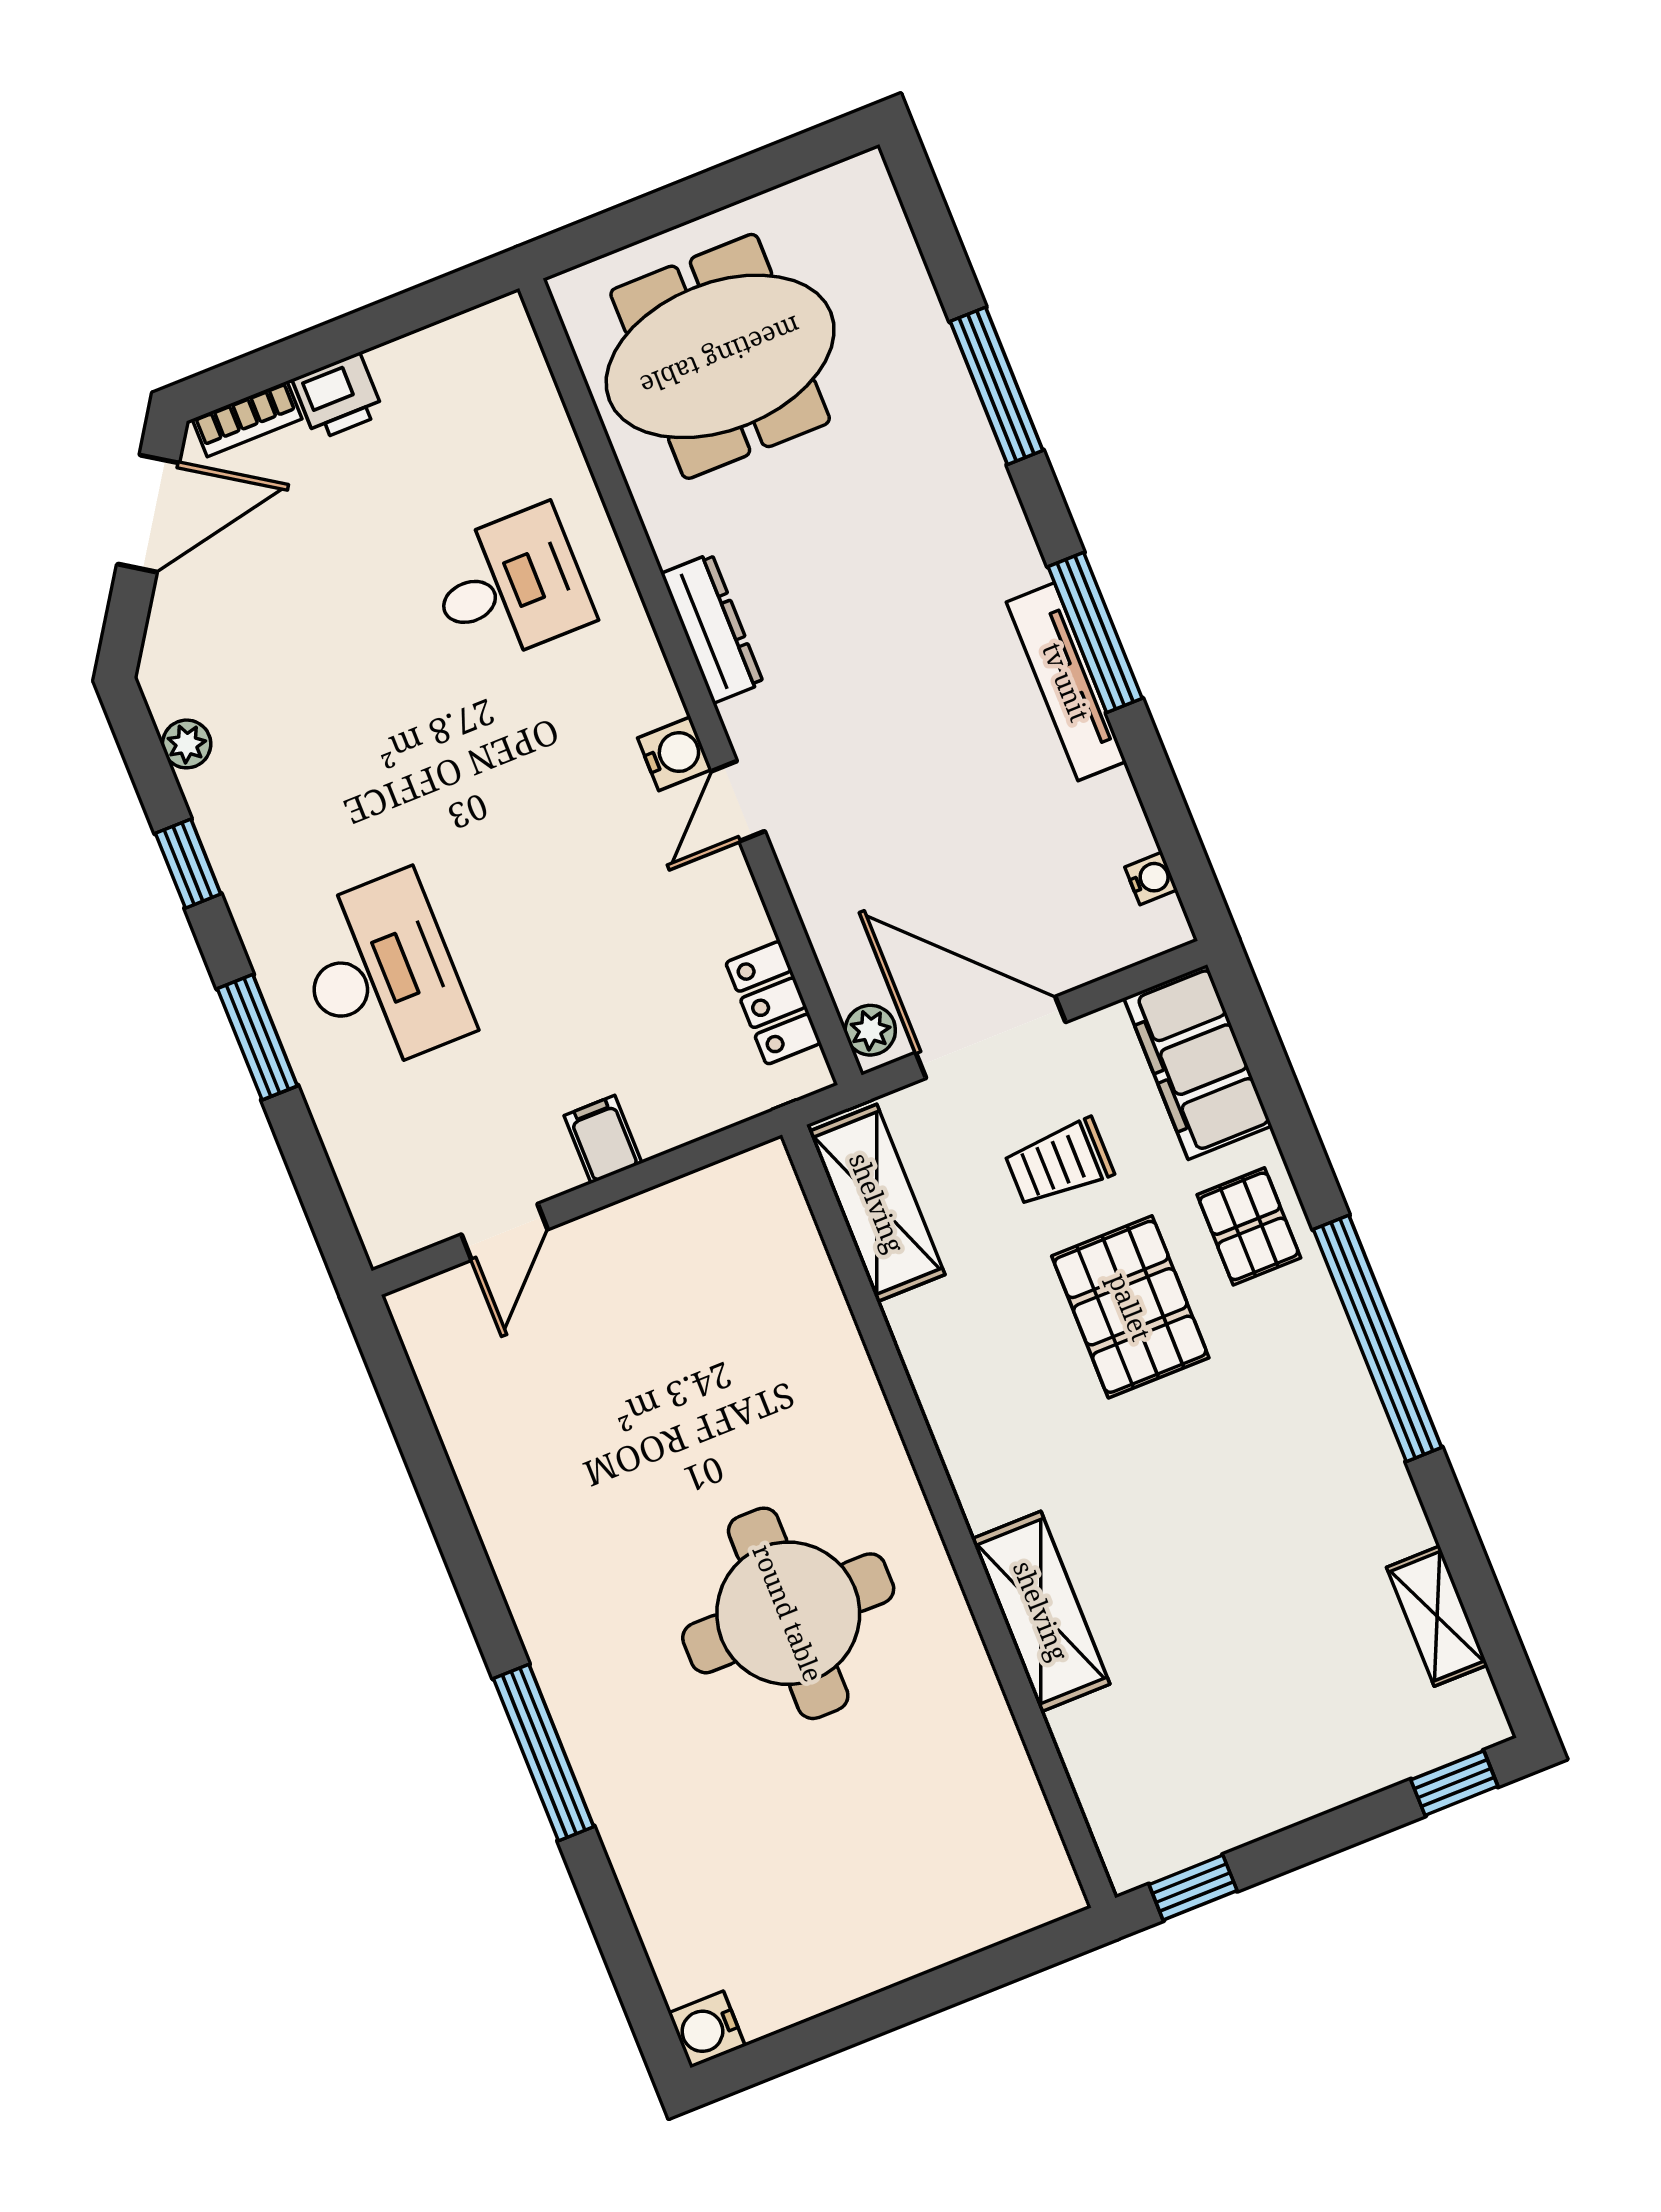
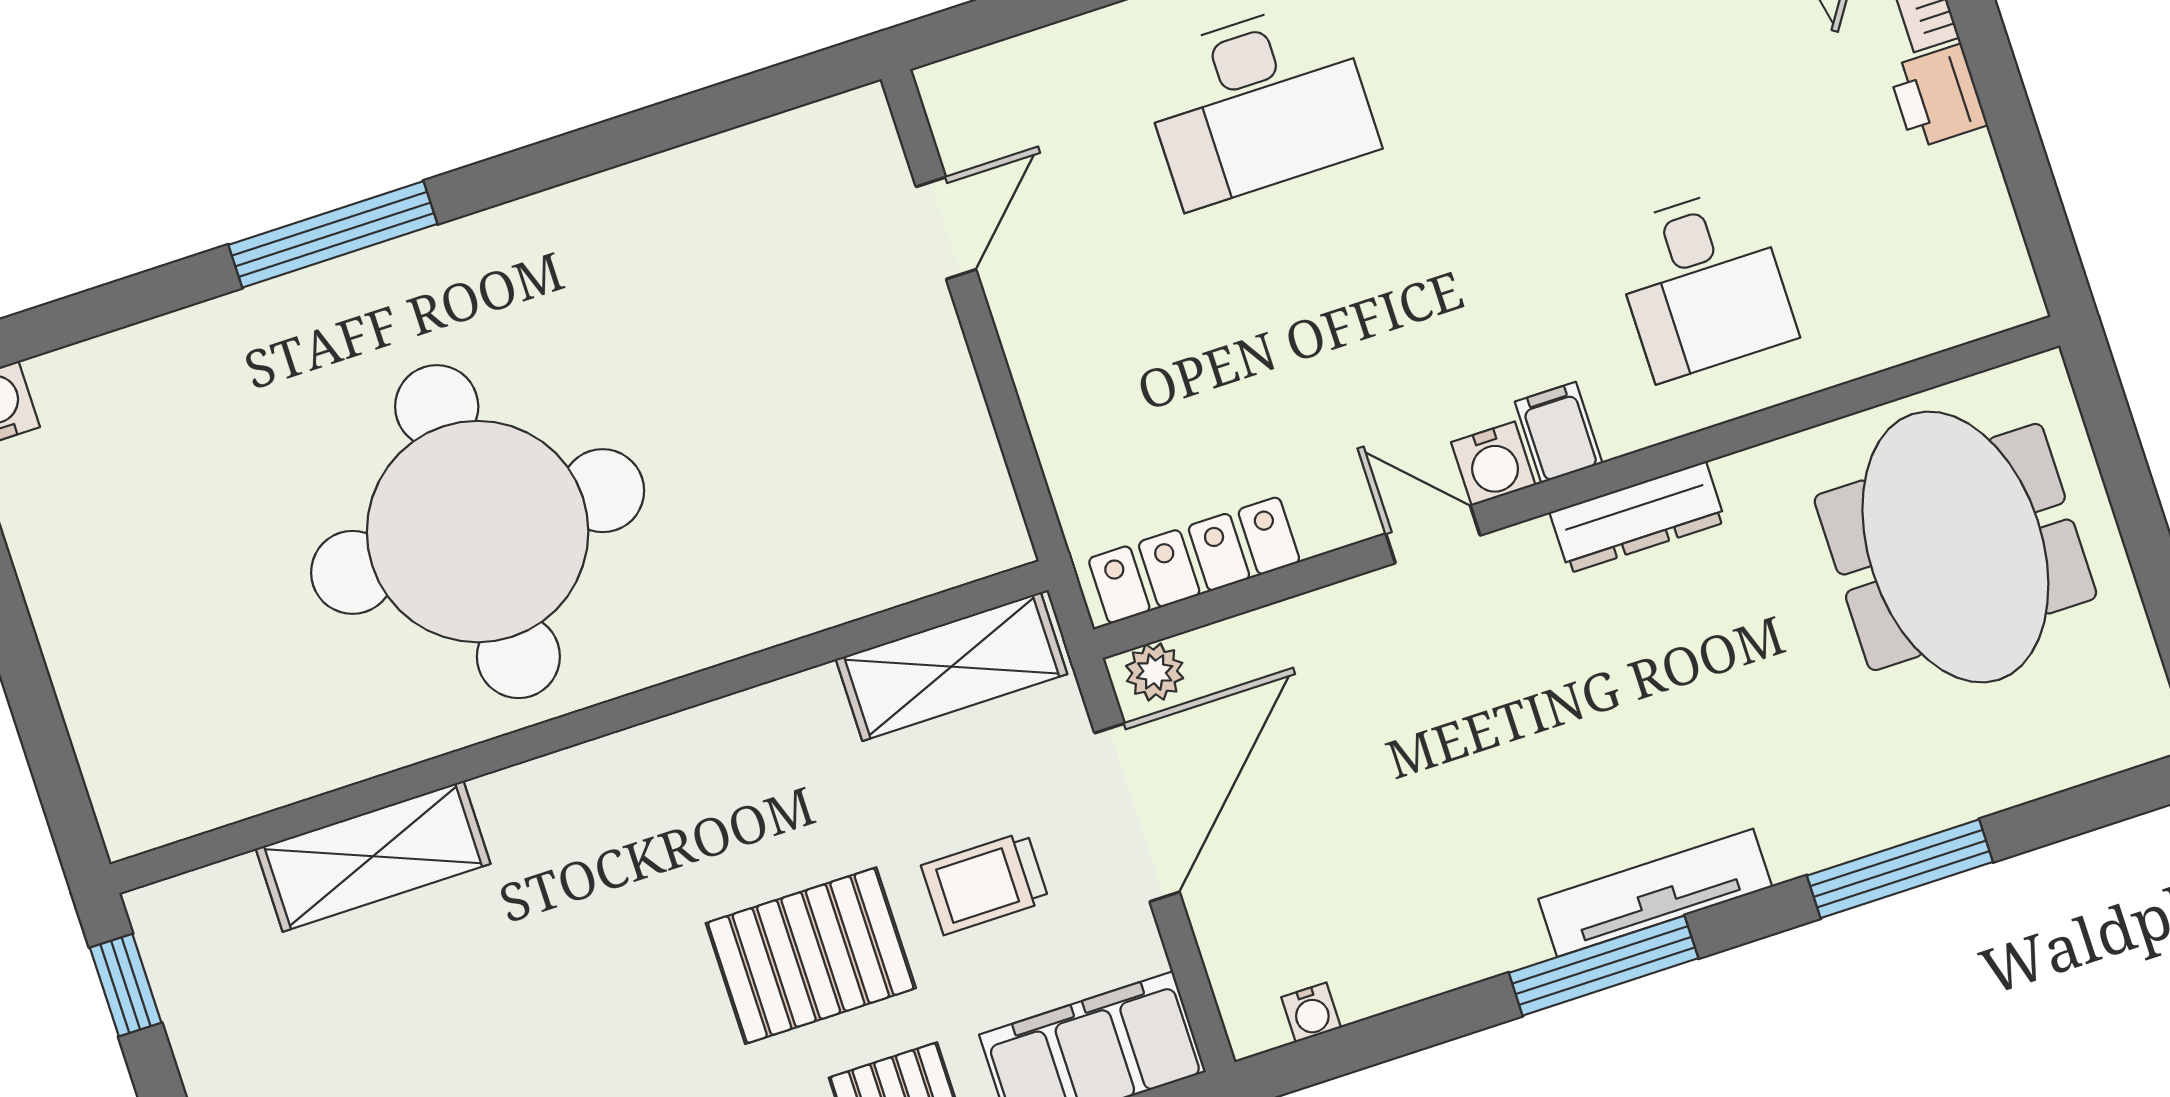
tv unit: (1066, 682) -> (1655, 893), moved
locker: (773, 1003) -> (1194, 560), width x1.53
filing cabinet: (603, 1139) -> (1559, 432), moved, turned -90
trolley: (1059, 1163) -> (985, 883), turned -90
door: (505, 1232) -> (946, 228), swing flipped
shelving: (1041, 1611) -> (373, 856), moved
round table: (788, 1613) -> (478, 532), width x1.36, depth x1.36

